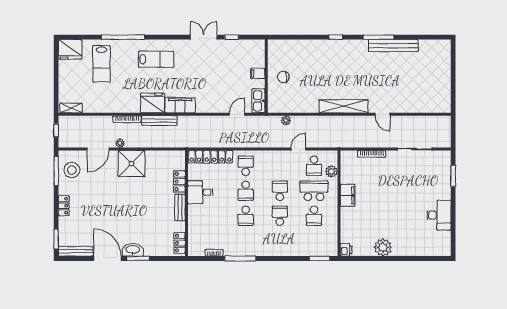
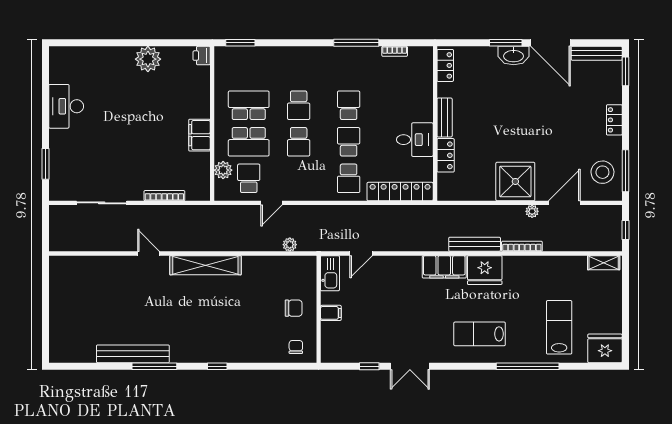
chair: (282, 50) -> (296, 347), added
school desk: (314, 216) -> (249, 105), width x1.85

